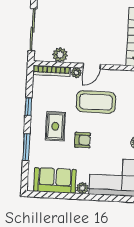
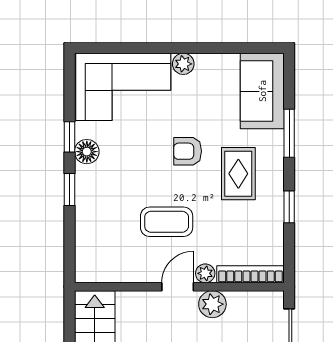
plant: (60, 55) -> (212, 304), moved
coffee table: (96, 102) -> (167, 222), width x0.73, depth x0.76
sofa: (55, 180) -> (262, 91), moved, turned 90

